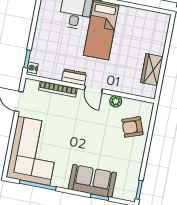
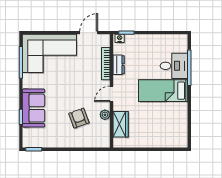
wardrobe: (152, 70) -> (121, 124), moved, turned 90
dresser: (74, 77) -> (119, 65), moved
armchair: (132, 127) -> (79, 118), moved

